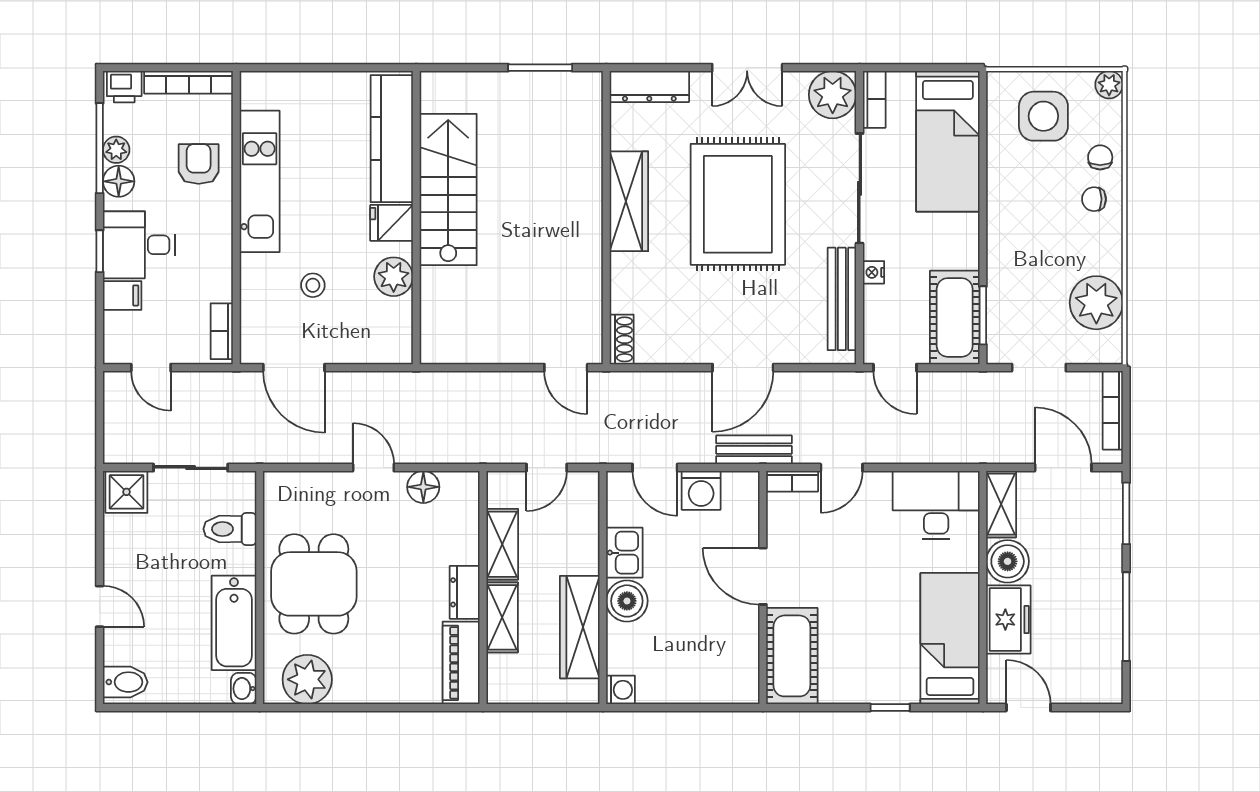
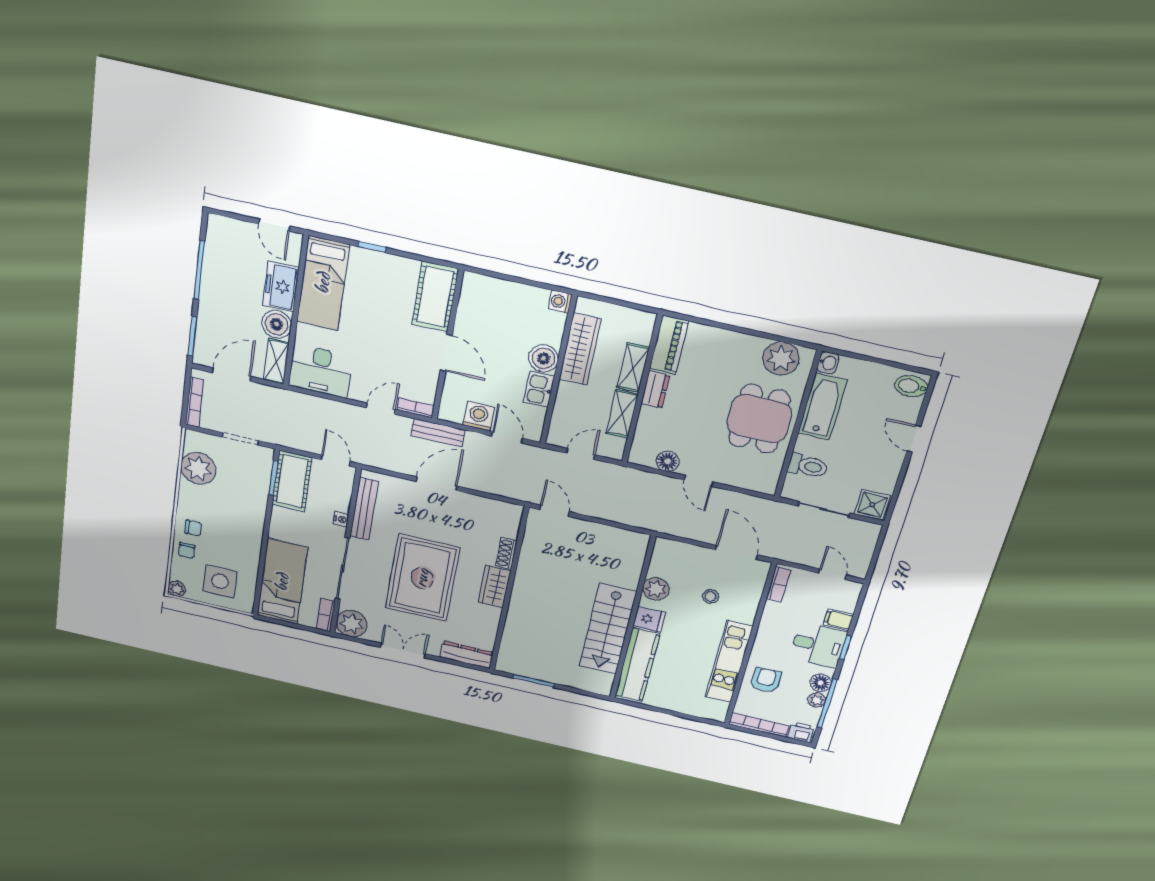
armchair: (199, 164) -> (766, 680), turned 180
wardrobe: (629, 201) -> (494, 586), width x0.67
shoe rack: (622, 339) -> (506, 553), moved
door: (1063, 468) -> (232, 375), swing flipped

